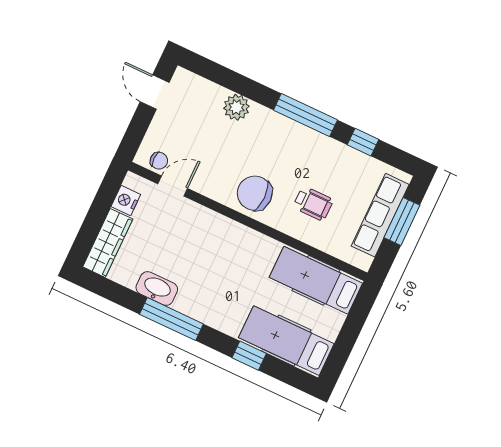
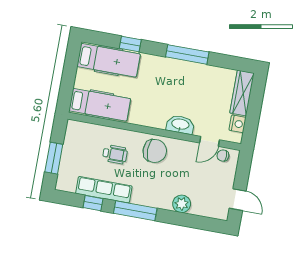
wheelchair: (313, 204) -> (115, 154), turned 180
row of seats: (380, 215) -> (104, 190), moved, turned -90
washbasin: (157, 289) -> (180, 125), moved, turned 180

